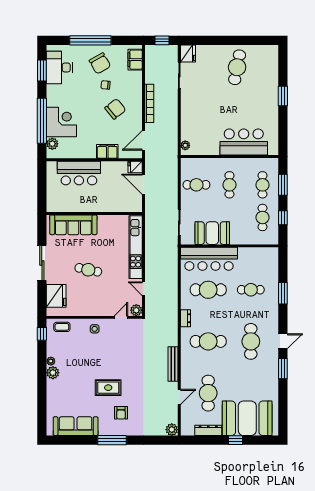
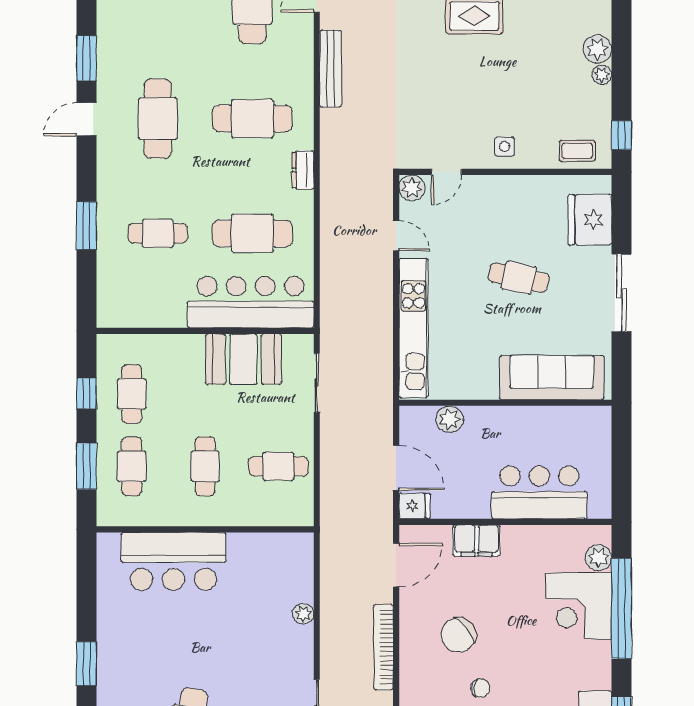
plant: (185, 145) -> (303, 614), moved
plant: (119, 206) -> (450, 419), added

